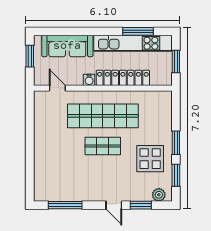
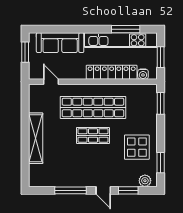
water cooler: (89, 80) -> (143, 74), moved
window: (176, 143) -> (161, 103), moved
shelving: (41, 149) -> (36, 138), added
window: (65, 205) -> (70, 190), moved

